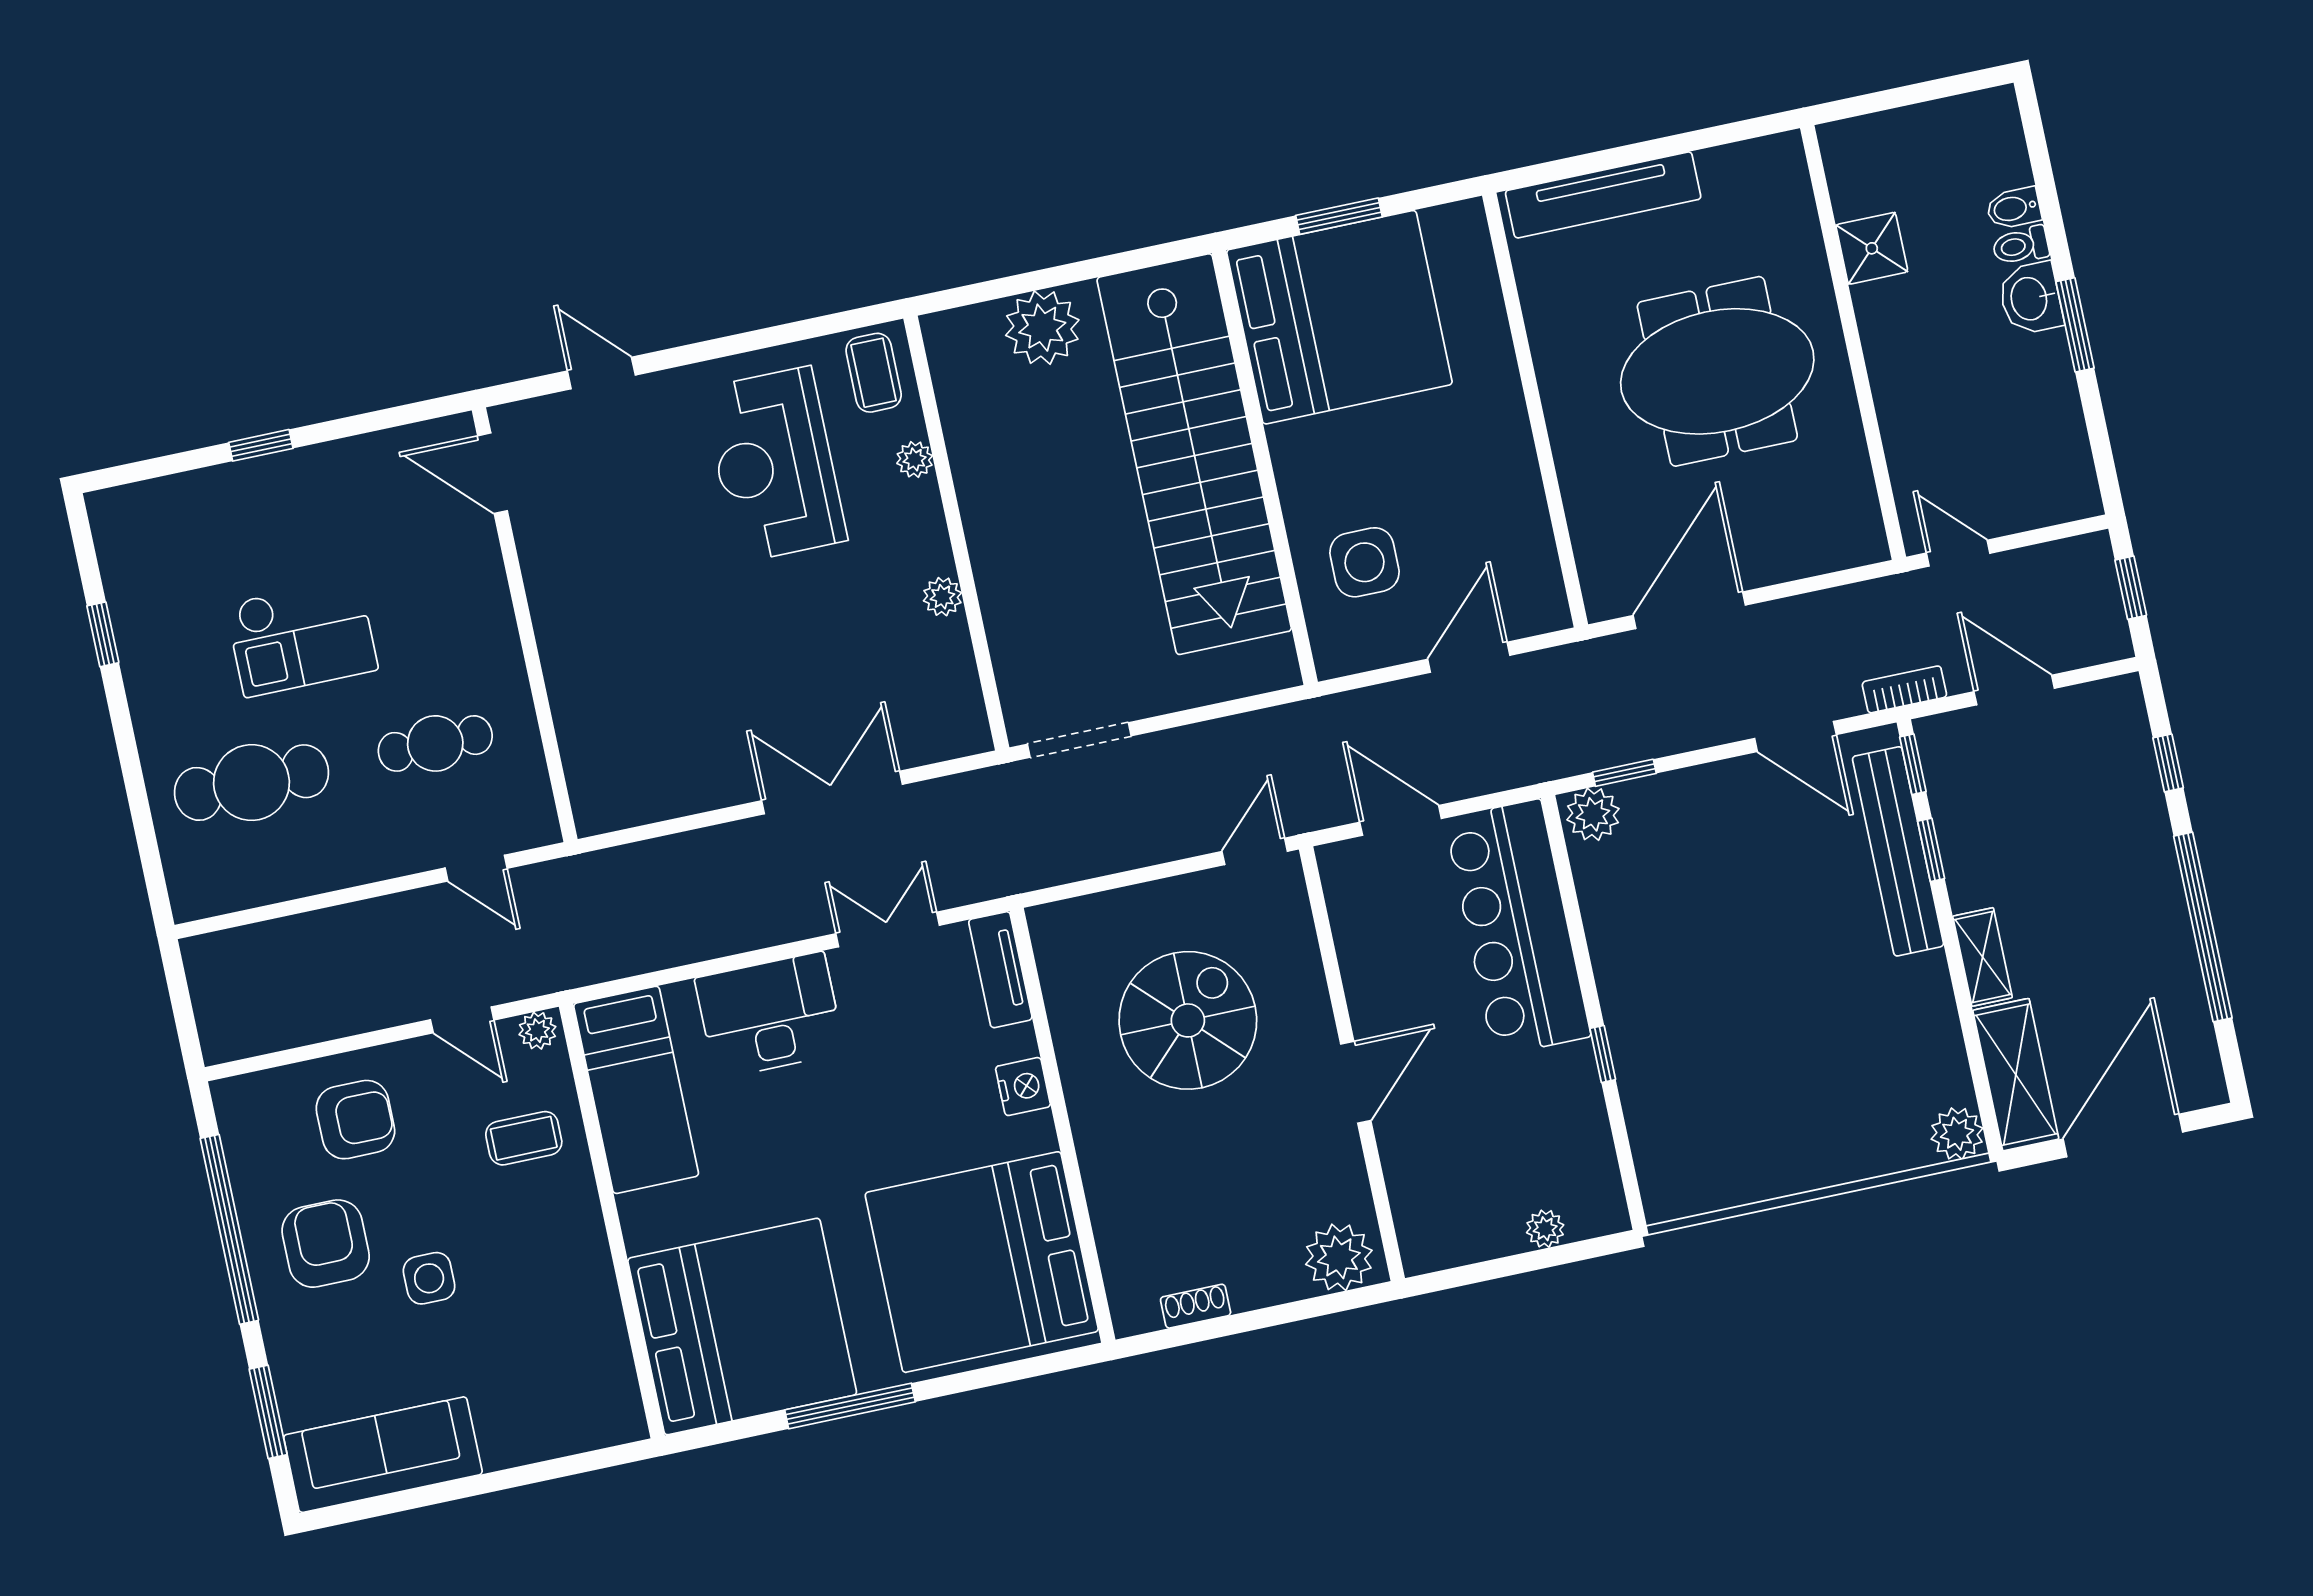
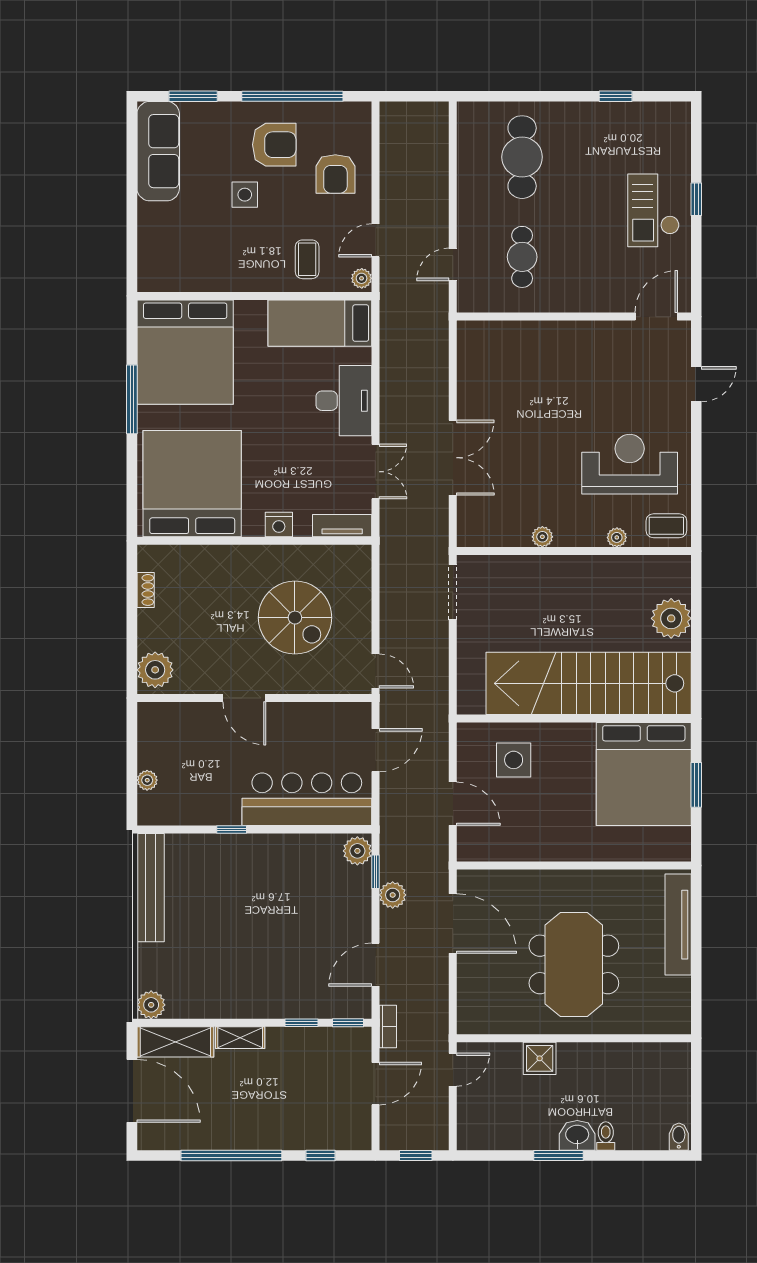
bidet: (2014, 208) -> (679, 1137), moved
shower: (1872, 248) -> (540, 1058), moved
checkout: (302, 637) -> (653, 210), moved
plant: (1660, 732) -> (393, 895), added
bench: (1898, 851) -> (151, 888), moved, turned 90

